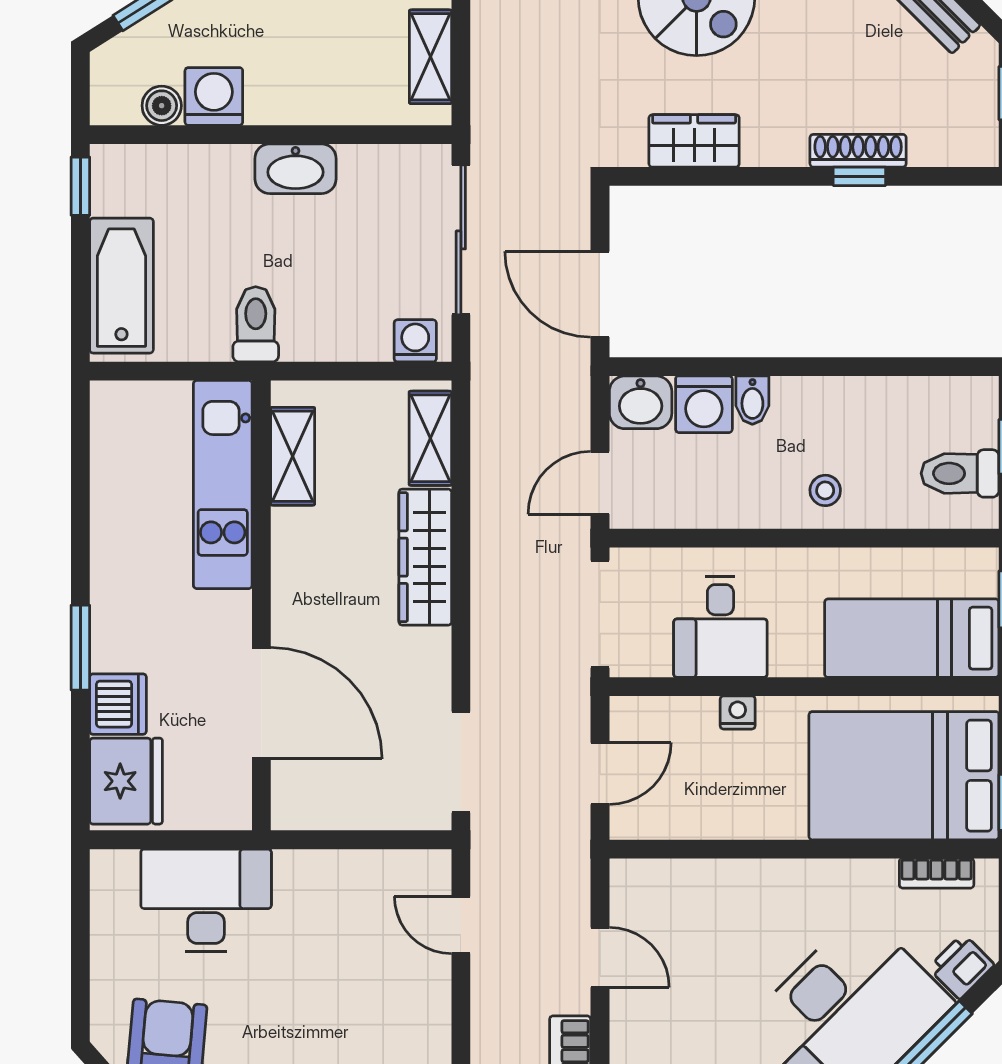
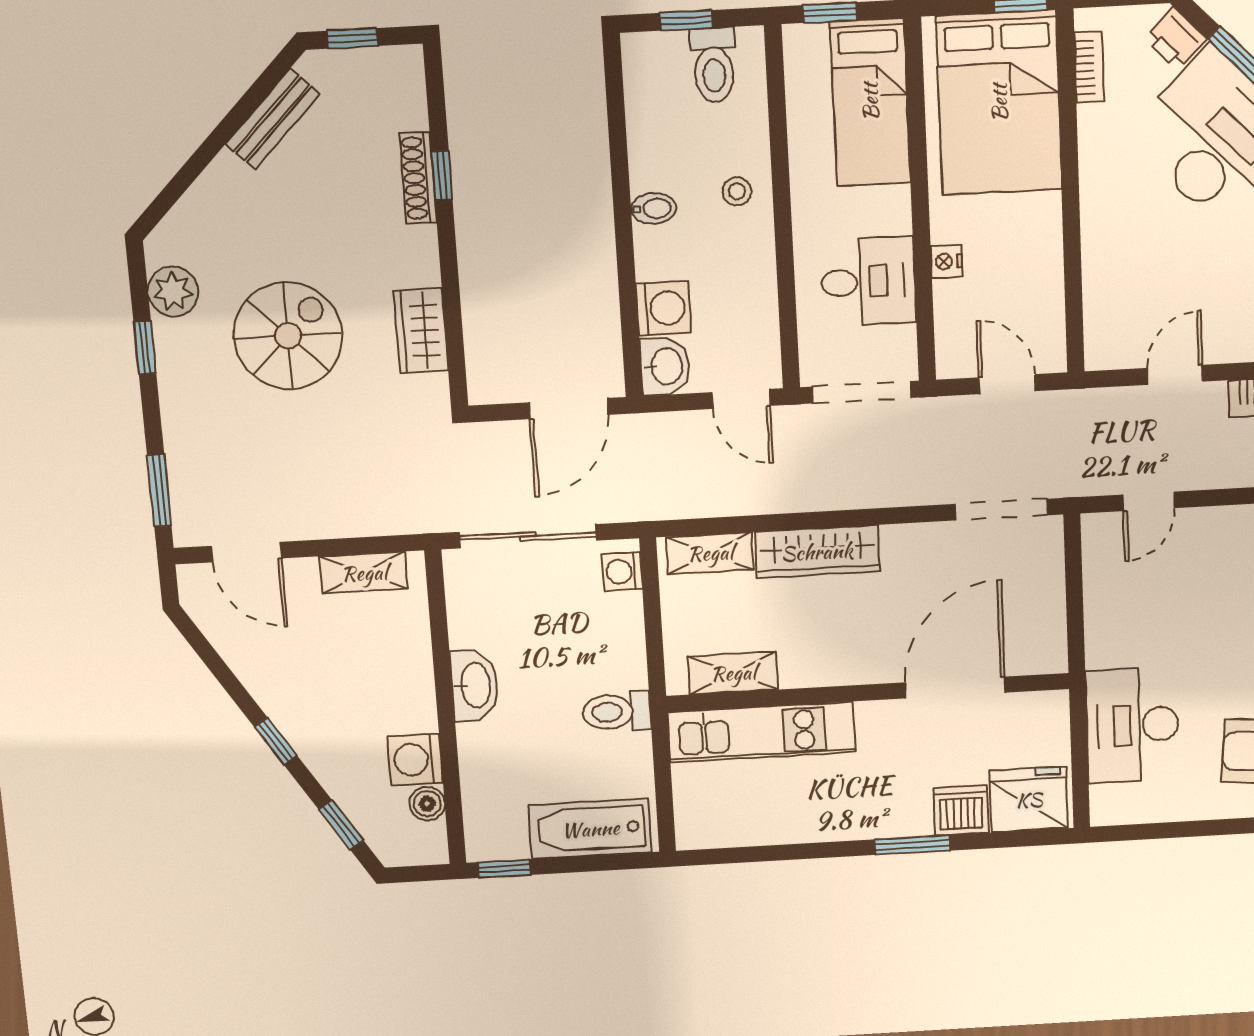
bidet: (752, 400) -> (653, 209), moved

